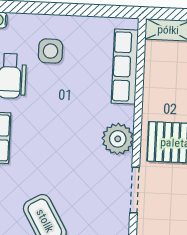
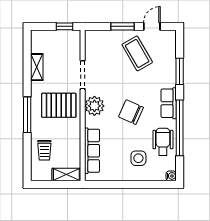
chair: (59, 126) -> (131, 112), added

